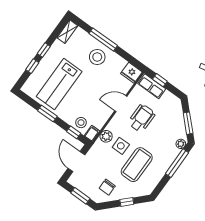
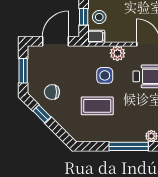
plant: (106, 136) -> (117, 53), moved
coffee table: (137, 165) -> (97, 106), width x0.73, depth x0.76
window: (127, 202) -> (42, 114), moved

